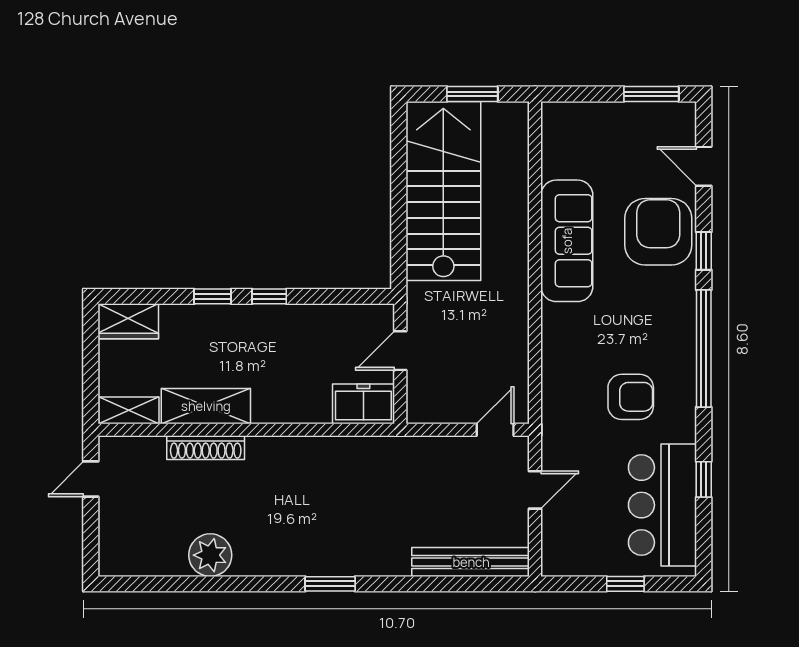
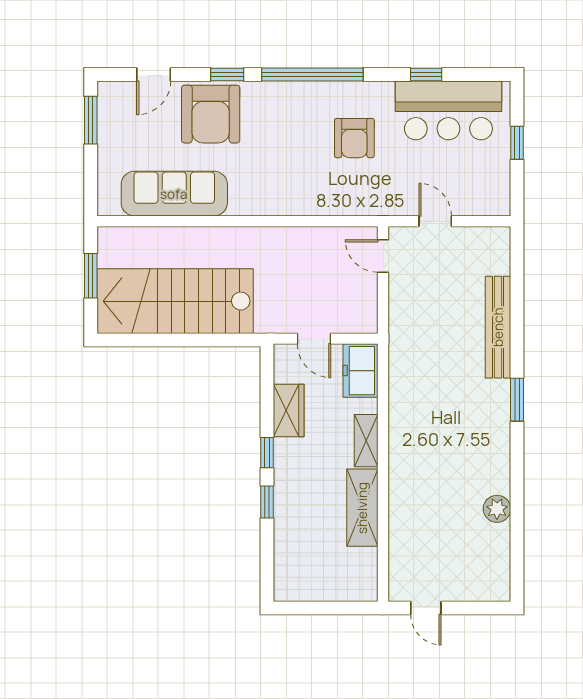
armchair: (658, 232) -> (211, 114), turned -90
sofa: (567, 241) -> (174, 194), moved
wardrobe: (128, 321) -> (289, 410), moved
armchair: (631, 397) -> (354, 138), turned 180
shelving: (129, 410) -> (366, 441), moved
shoe rack: (206, 448) -> (399, 508), removed
plant: (210, 555) -> (497, 509), width x0.73, depth x0.73
bench: (471, 562) -> (498, 327), moved

